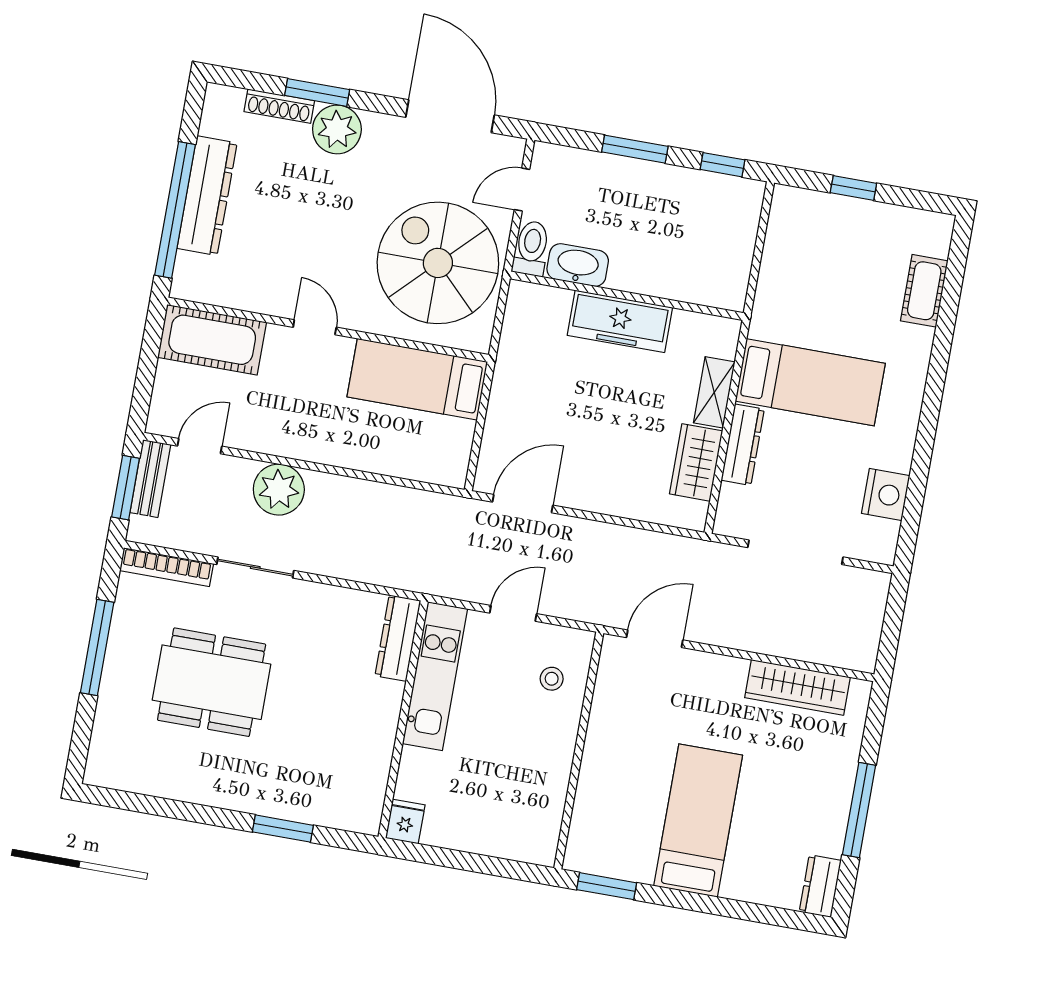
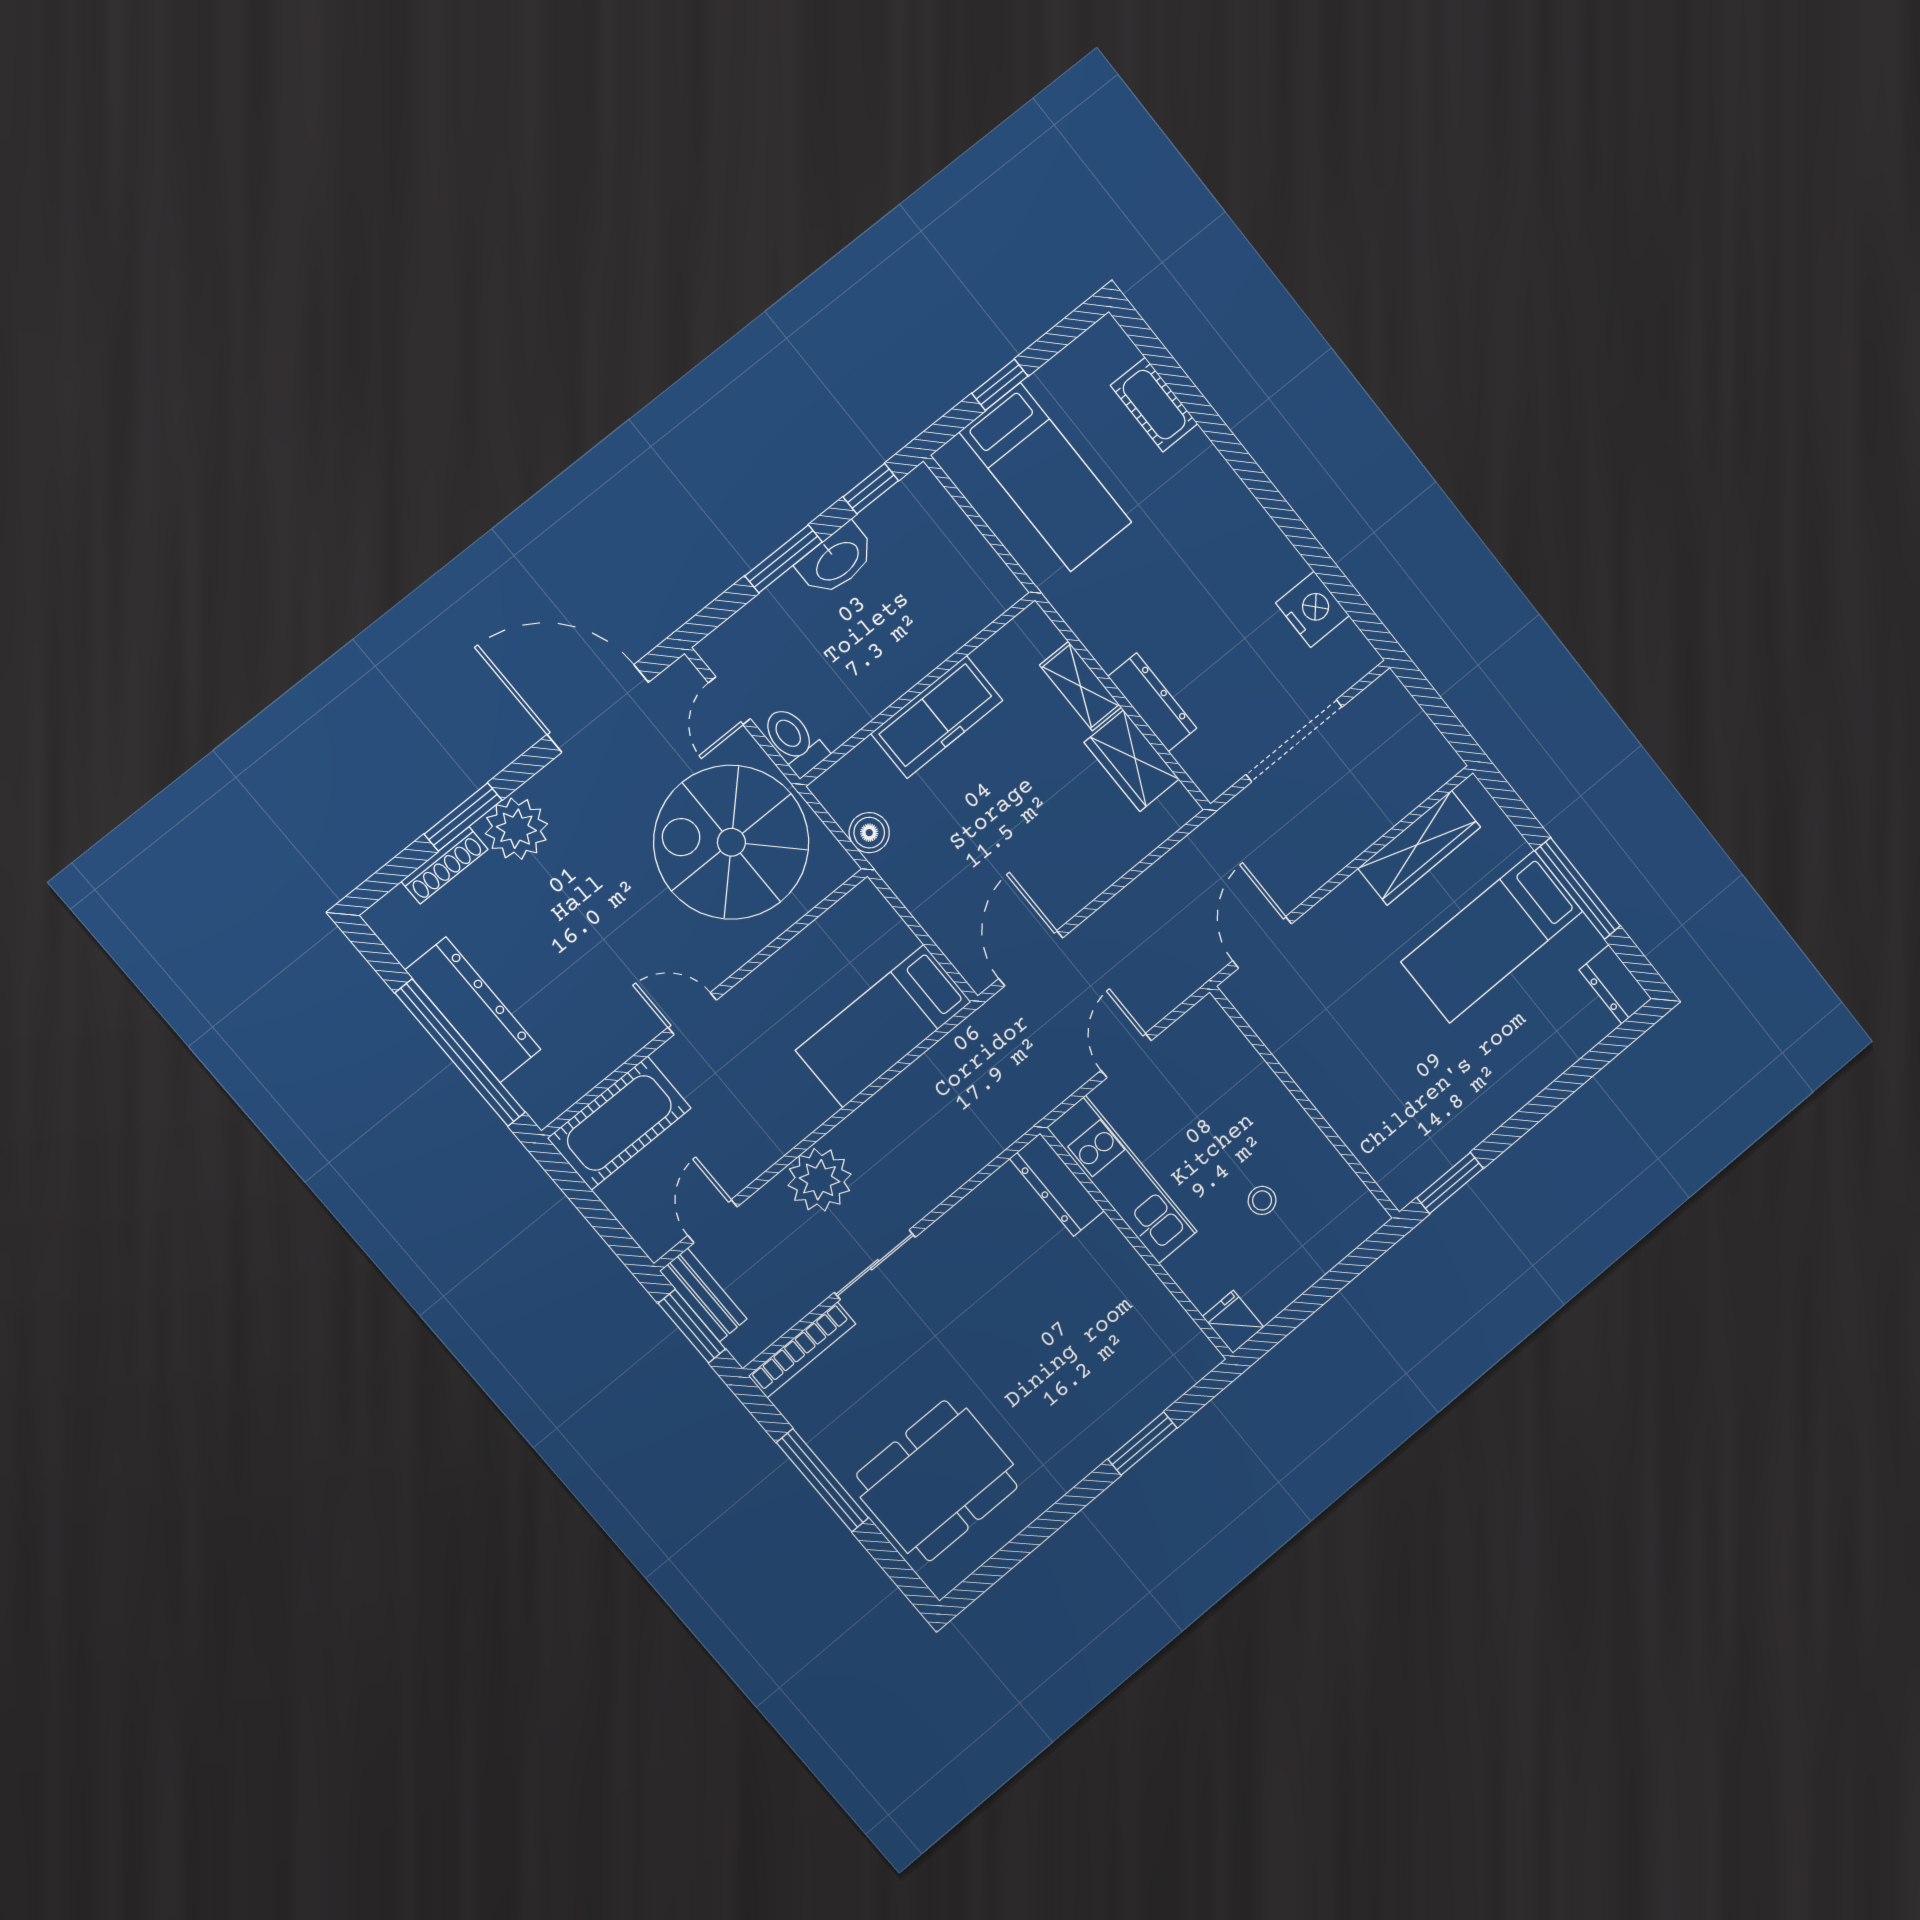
washbasin: (578, 265) -> (837, 560), moved, turned 180
boiler: (515, 340) -> (869, 833), added
bed: (417, 379) -> (884, 1026), moved
bed: (810, 382) -> (1045, 477), moved, turned 90
stool: (552, 679) -> (1262, 1200), moved
dining table: (212, 682) -> (937, 1481), moved
bed: (698, 821) -> (1492, 937), moved, turned -90

